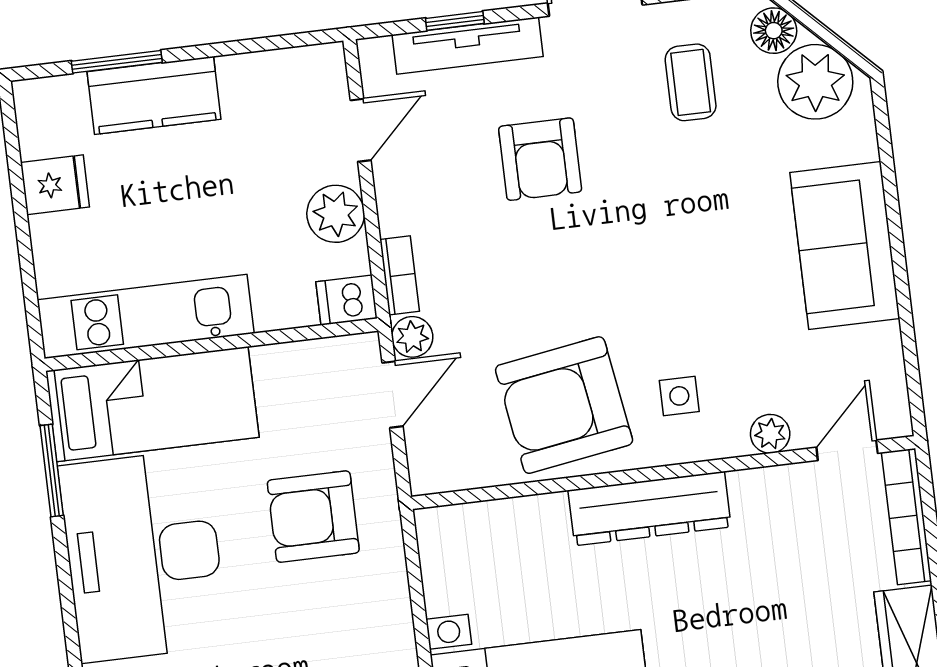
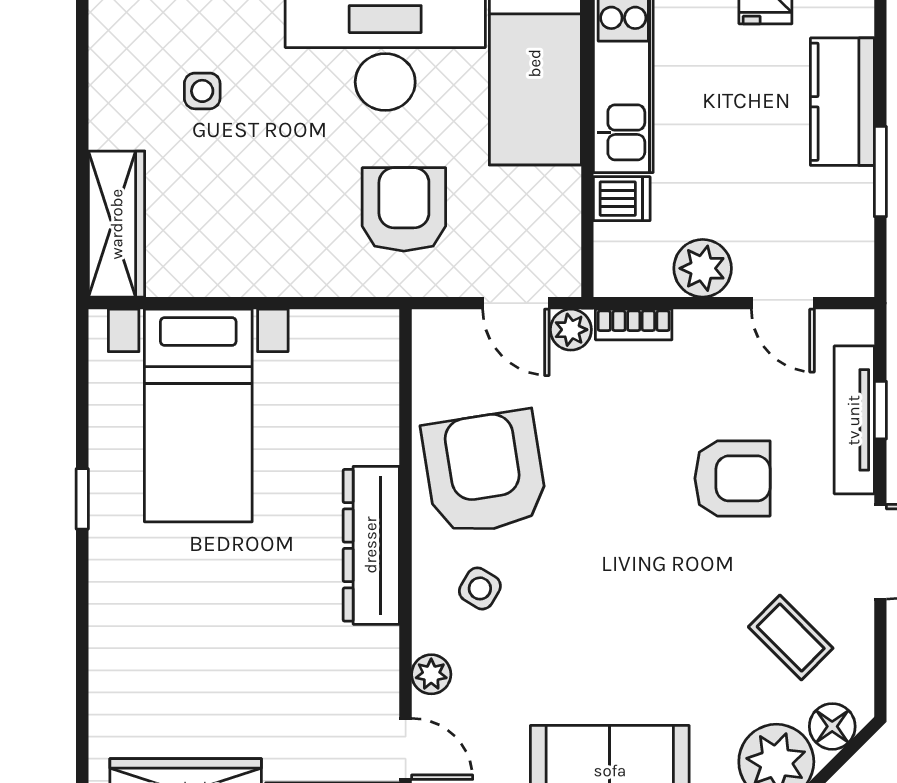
window: (117, 62) -> (880, 172), moved
coffee table: (691, 82) -> (791, 637), turned 45
armchair: (540, 159) -> (732, 478), turned 180
dishwasher: (347, 300) -> (622, 199), moved, turned 90
side table: (679, 396) -> (480, 588), turned 31

